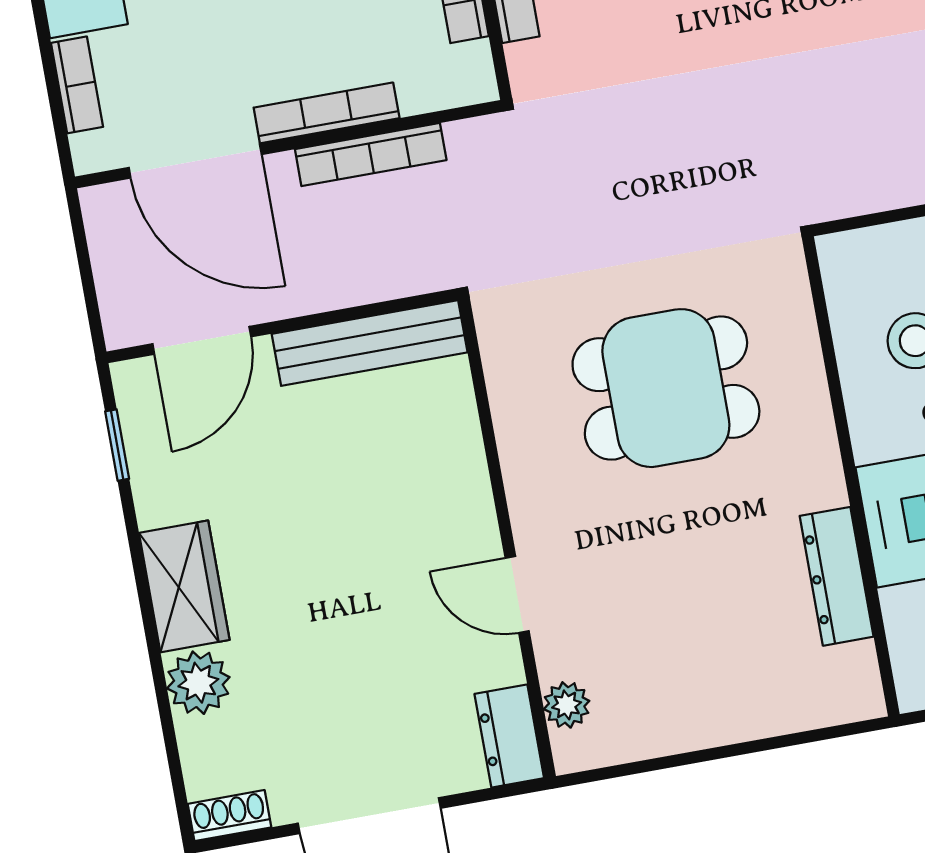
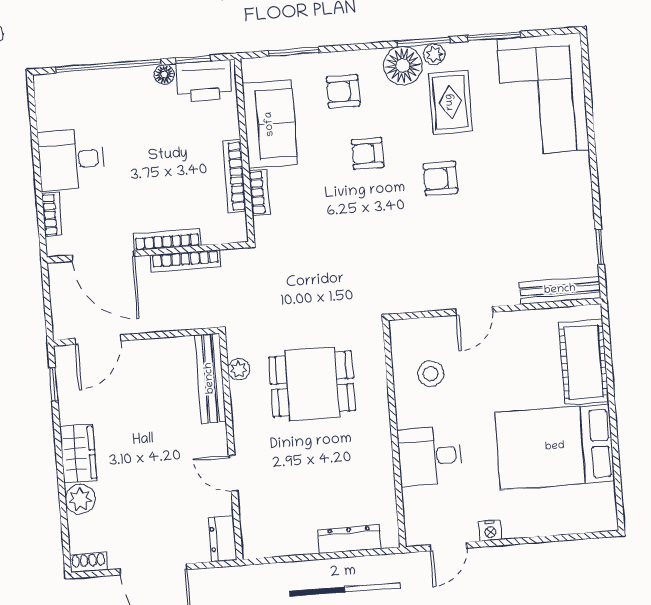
bench: (370, 343) -> (210, 378), moved, turned 90
dresser: (837, 576) -> (349, 539), moved, turned 90
plant: (567, 705) -> (239, 369), moved

